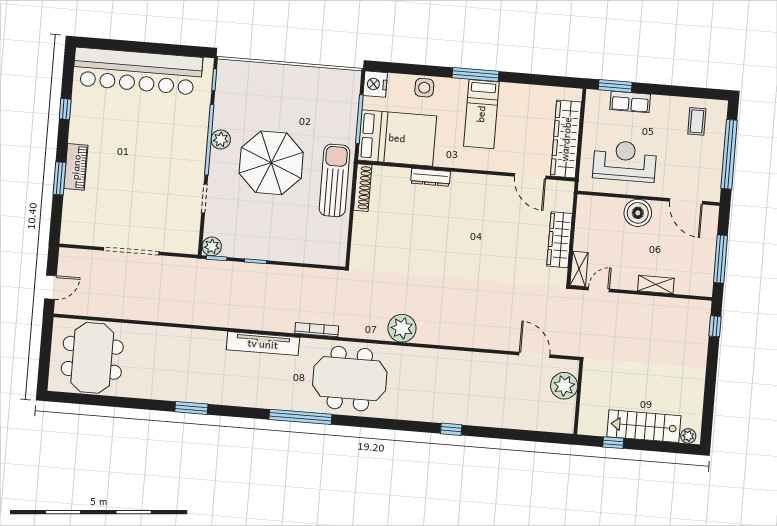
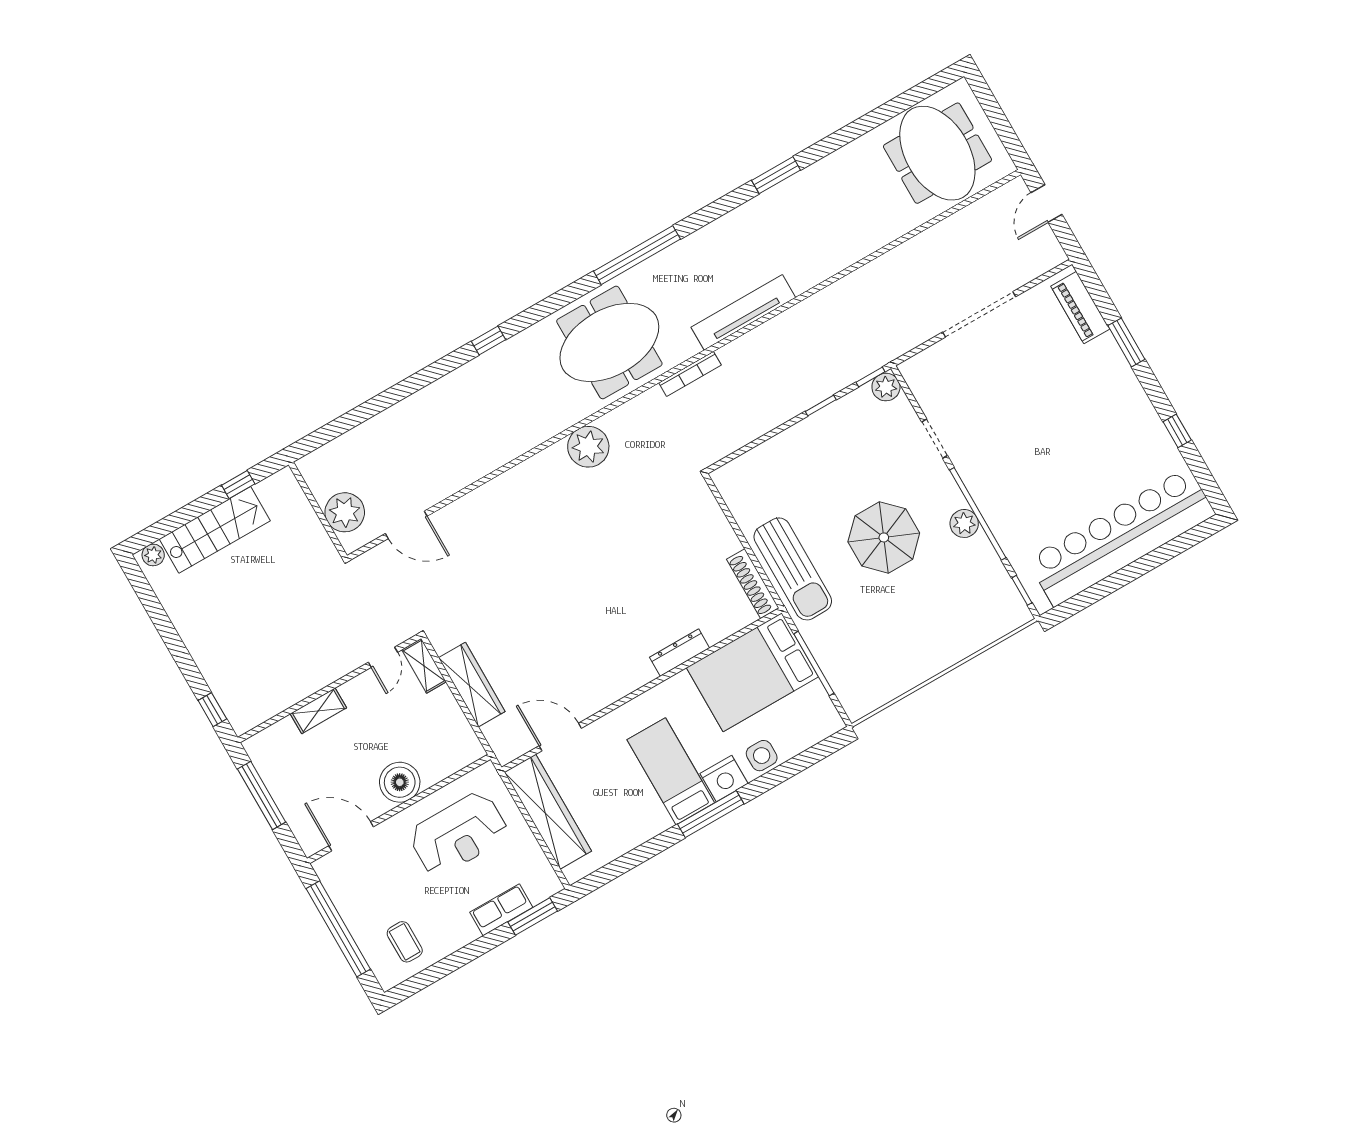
nightstand: (375, 84) -> (724, 779), moved, turned 90
parasol: (271, 163) -> (884, 537), width x0.73, depth x0.73
piano: (76, 167) -> (1080, 308), moved
window: (451, 429) -> (489, 341), moved

